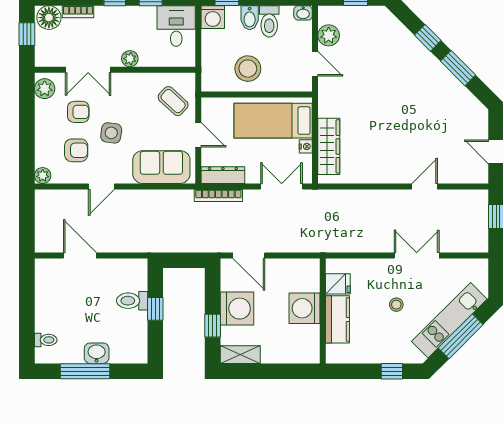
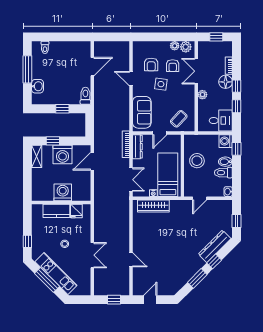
floor lamp: (49, 18) -> (226, 82), moved
plant: (329, 35) -> (216, 206), removed
dresser: (401, 37) -> (215, 246), added
plant: (43, 176) -> (175, 46), moved
toilet: (132, 301) -> (85, 96), moved
washbasin: (97, 353) -> (38, 86), moved

